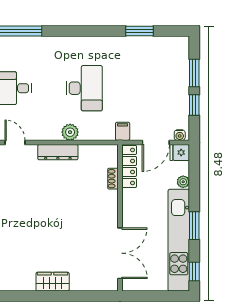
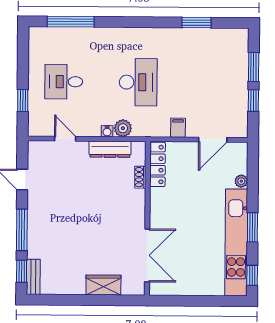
water cooler: (180, 135) -> (107, 131), moved
fridge: (180, 152) -> (238, 150), removed
locker: (129, 166) -> (157, 164), moved
shoe rack: (113, 179) -> (140, 177), moved
wall: (120, 218) -> (147, 218), moved
double door: (120, 253) -> (147, 255), moved

